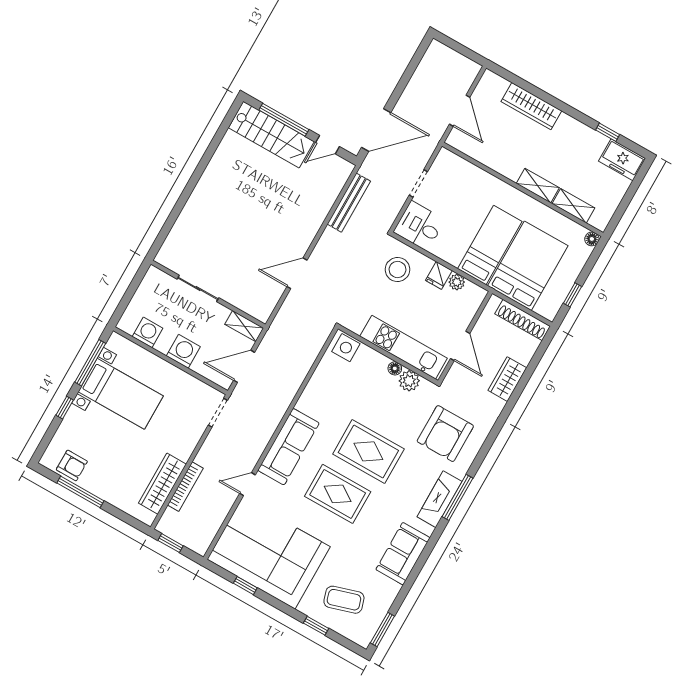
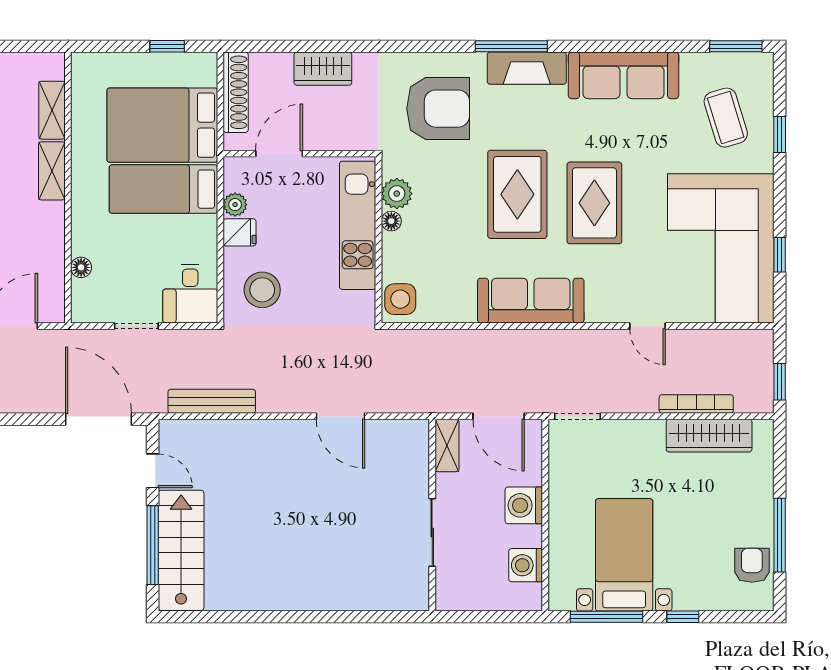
floor lamp: (592, 239) -> (81, 267), moved
door: (460, 346) -> (279, 154), moved
sofa: (289, 447) -> (531, 301), moved
sofa: (403, 554) -> (624, 75), width x1.36

